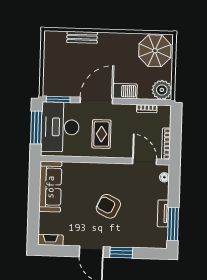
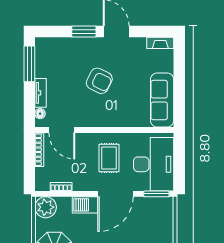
window: (36, 127) -> (179, 163), removed
tv unit: (163, 213) -> (41, 93), moved

